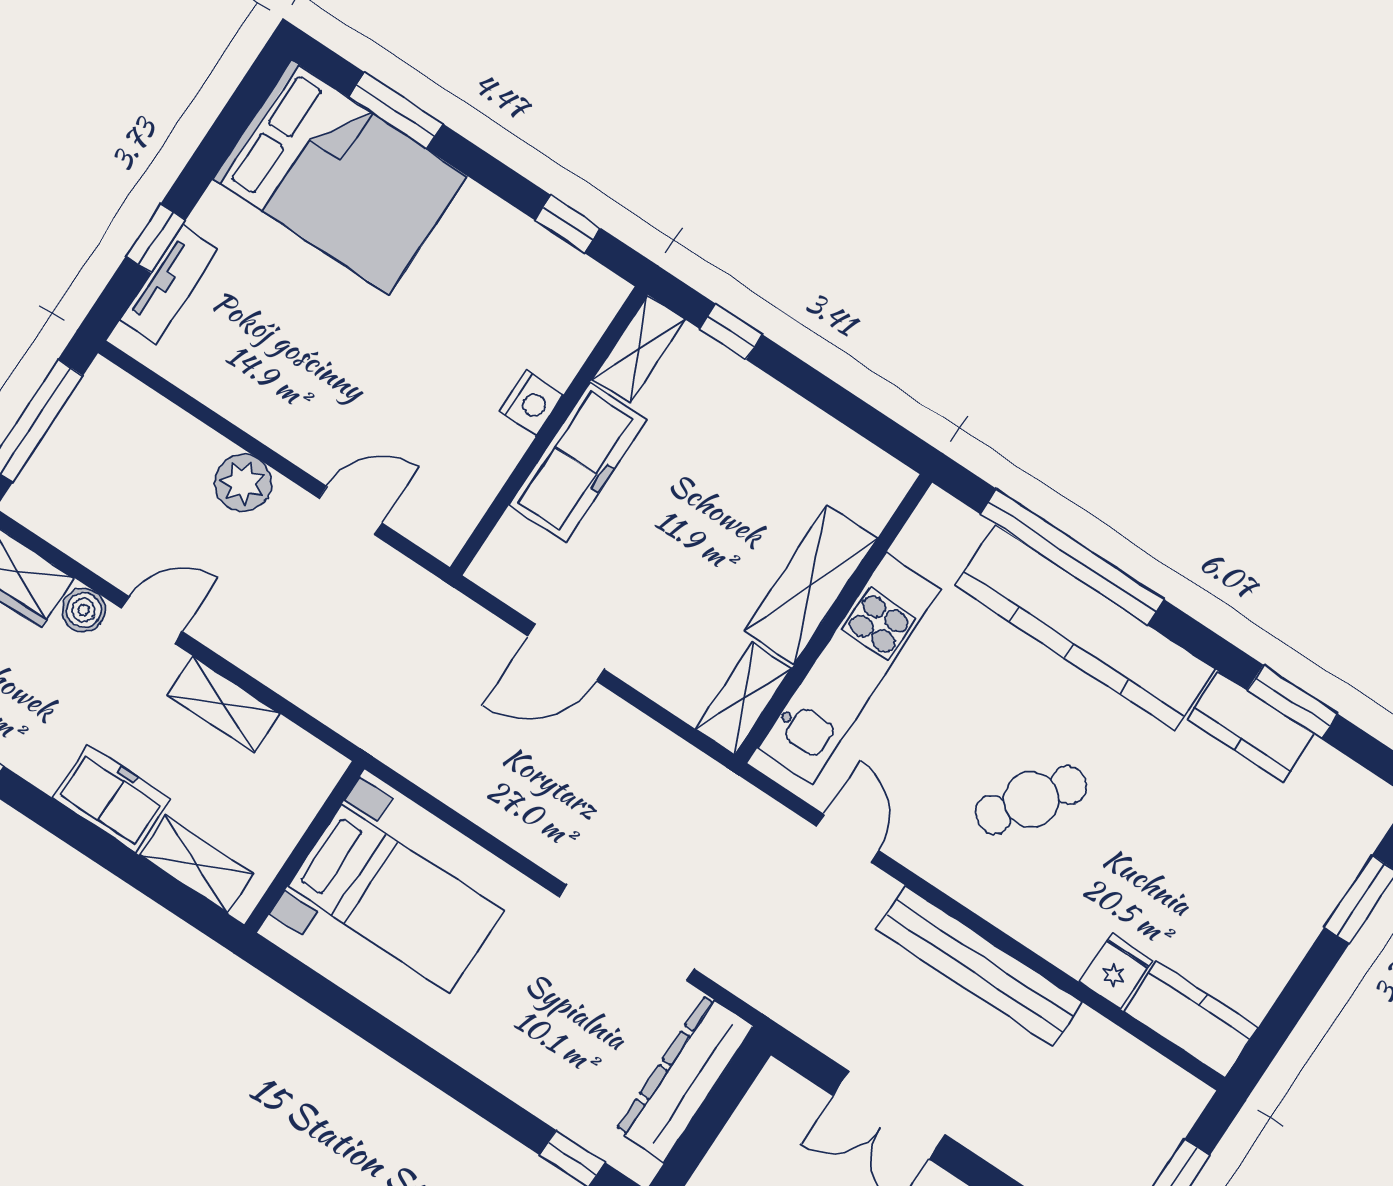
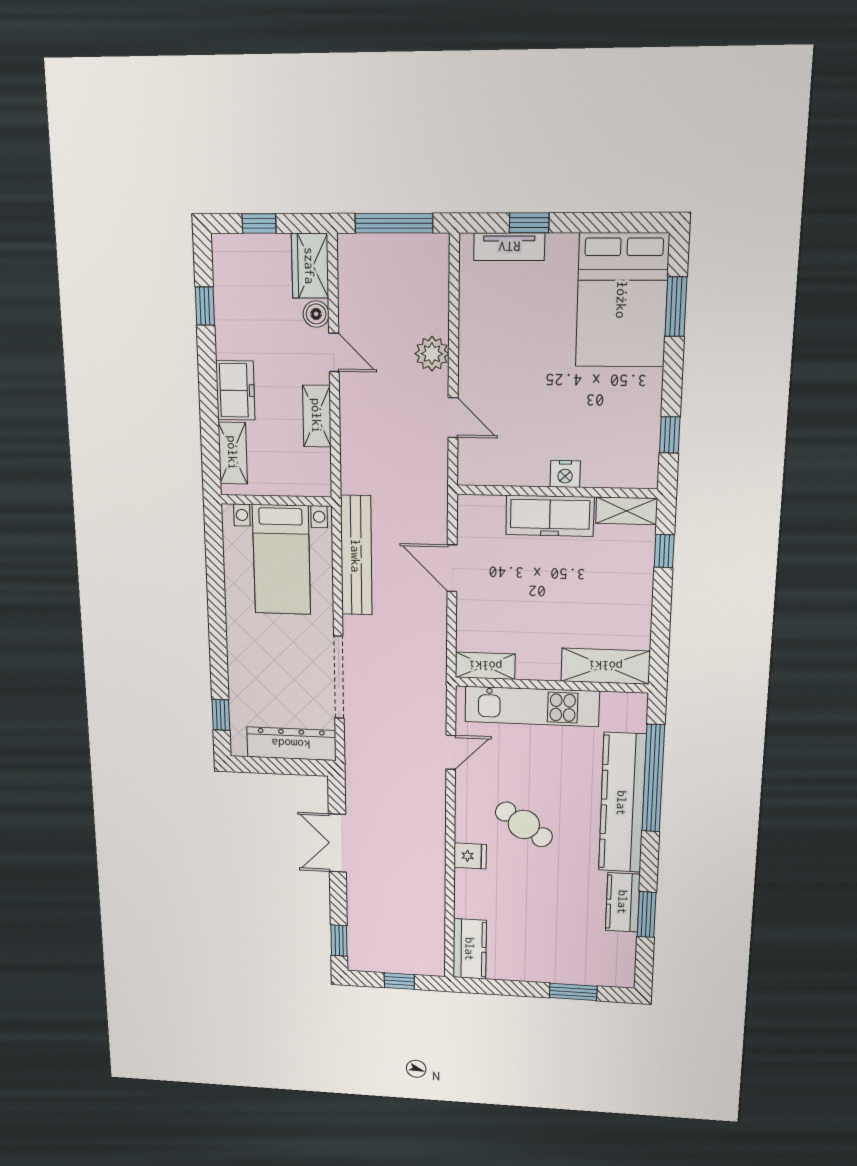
shelving: (811, 585) -> (605, 666), moved
bench: (979, 966) -> (356, 556), moved
fridge: (1116, 971) -> (470, 856), moved

